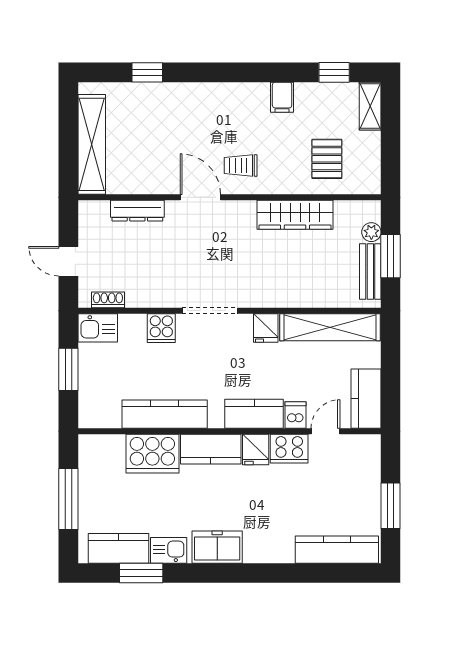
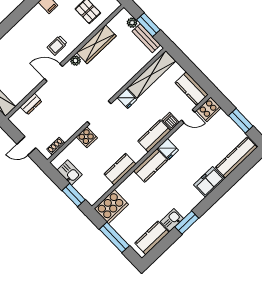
plant: (246, 210) -> (75, 61), added
dresser: (137, 211) -> (31, 104), width x0.70
kitchen sink: (98, 328) -> (70, 172), moved, turned -90
window: (68, 369) -> (74, 195), moved
kitchen counter: (165, 414) -> (120, 169), width x0.67
door: (325, 431) -> (188, 116), swing flipped
cooker: (289, 449) -> (209, 109), moved
cooker: (152, 454) -> (111, 207), moved
freezer: (217, 547) -> (209, 182), moved
window: (141, 573) -> (187, 223), moved

